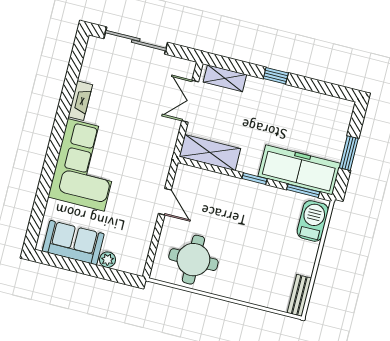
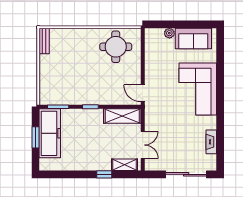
window: (276, 76) -> (104, 174), moved
fireplace: (80, 101) -> (211, 142), moved
freezer: (299, 170) -> (50, 133), moved, turned -90
door: (165, 202) -> (143, 93), moved
barbecue: (313, 221) -> (47, 89), removed

